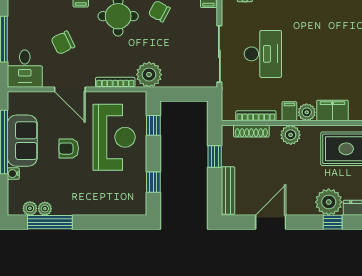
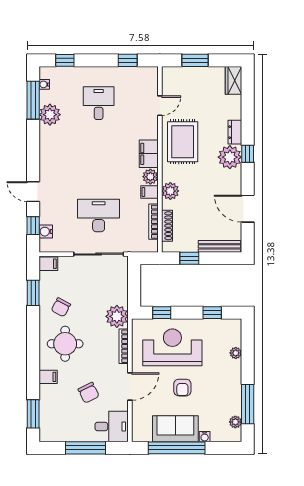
plant: (45, 209) -> (236, 353), moved

